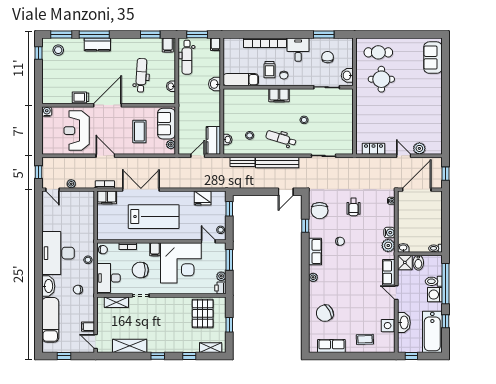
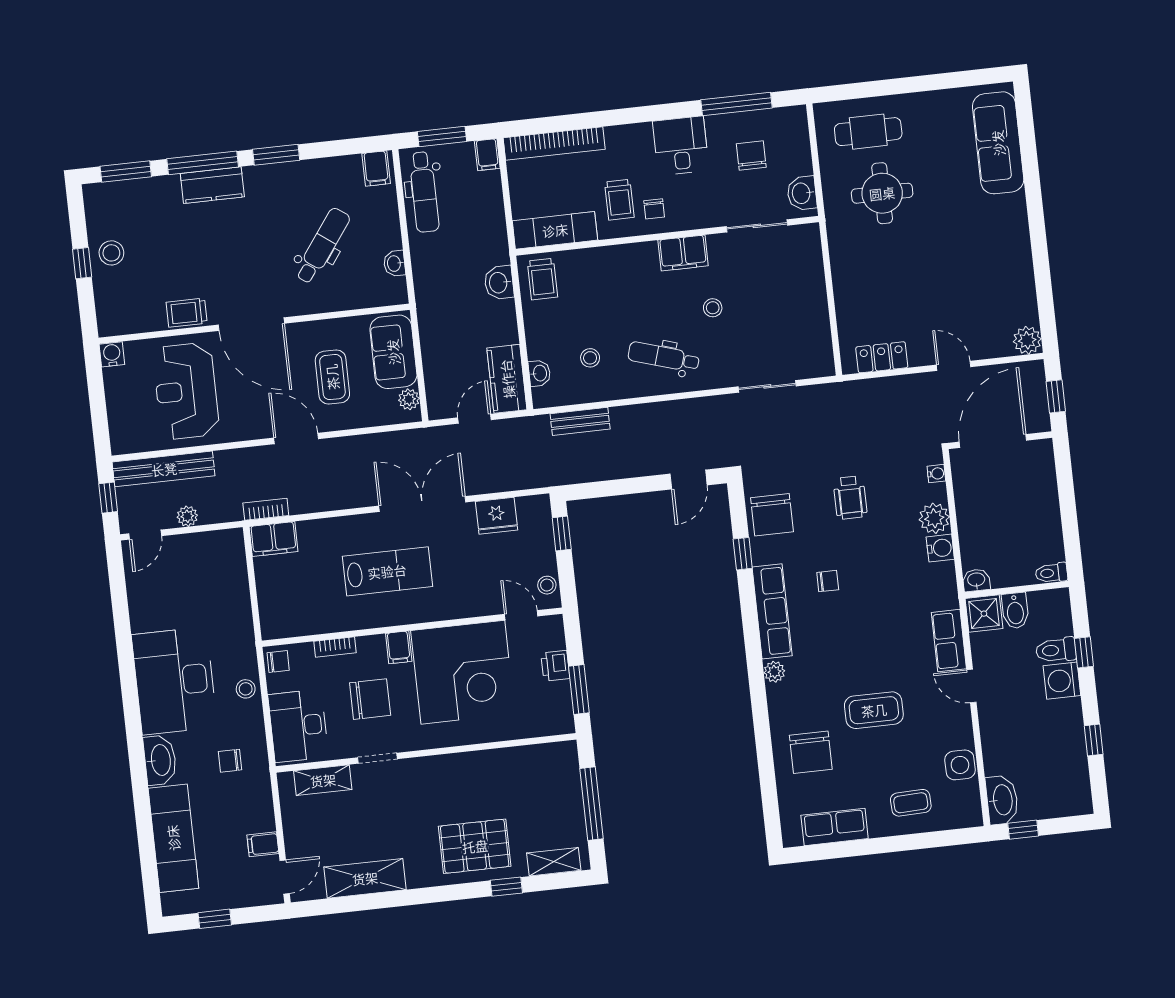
window: (150, 35) -> (276, 155), moved
window: (324, 35) -> (737, 104), width x1.44
bookcase: (265, 43) -> (554, 144), moved
stool: (58, 50) -> (111, 253), moved
window: (38, 53) -> (82, 263), moved
sofa: (433, 58) -> (998, 143), width x1.36
dental chair: (141, 75) -> (322, 246), turned 33
washbasin: (214, 84) -> (499, 283), moved
filing cabinet: (279, 95) -> (683, 253), moved
trolley: (233, 100) -> (542, 279), added
door: (107, 105) -> (251, 324), swing flipped
plant: (419, 148) -> (1027, 340), moved
door: (105, 156) -> (296, 438), moved
bench: (277, 163) -> (164, 469), moved
door: (52, 190) -> (145, 535), hinge flipped
double door: (141, 190) -> (422, 504), moved
lab bench: (154, 217) -> (387, 571), width x0.73, depth x0.72
plant: (388, 245) -> (934, 518), moved
row of seats: (315, 252) -> (772, 611), width x1.48
window: (229, 260) -> (579, 690), moved
chair: (140, 270) -> (370, 699), turned 180
plant: (221, 276) -> (560, 693), removed
window: (445, 284) -> (1084, 652), width x0.32
printer: (220, 288) -> (555, 666), moved
coffee table: (354, 298) -> (874, 710), added
pallet: (203, 313) -> (475, 846), moved, turned 90
chair: (325, 313) -> (811, 752), turned -63
washbasin: (404, 323) -> (1002, 800), moved
window: (229, 325) -> (592, 804), width x2.17
bathtub: (432, 332) -> (1066, 768), removed
door: (96, 342) -> (285, 877), swing flipped
window: (158, 356) -> (433, 895), removed

